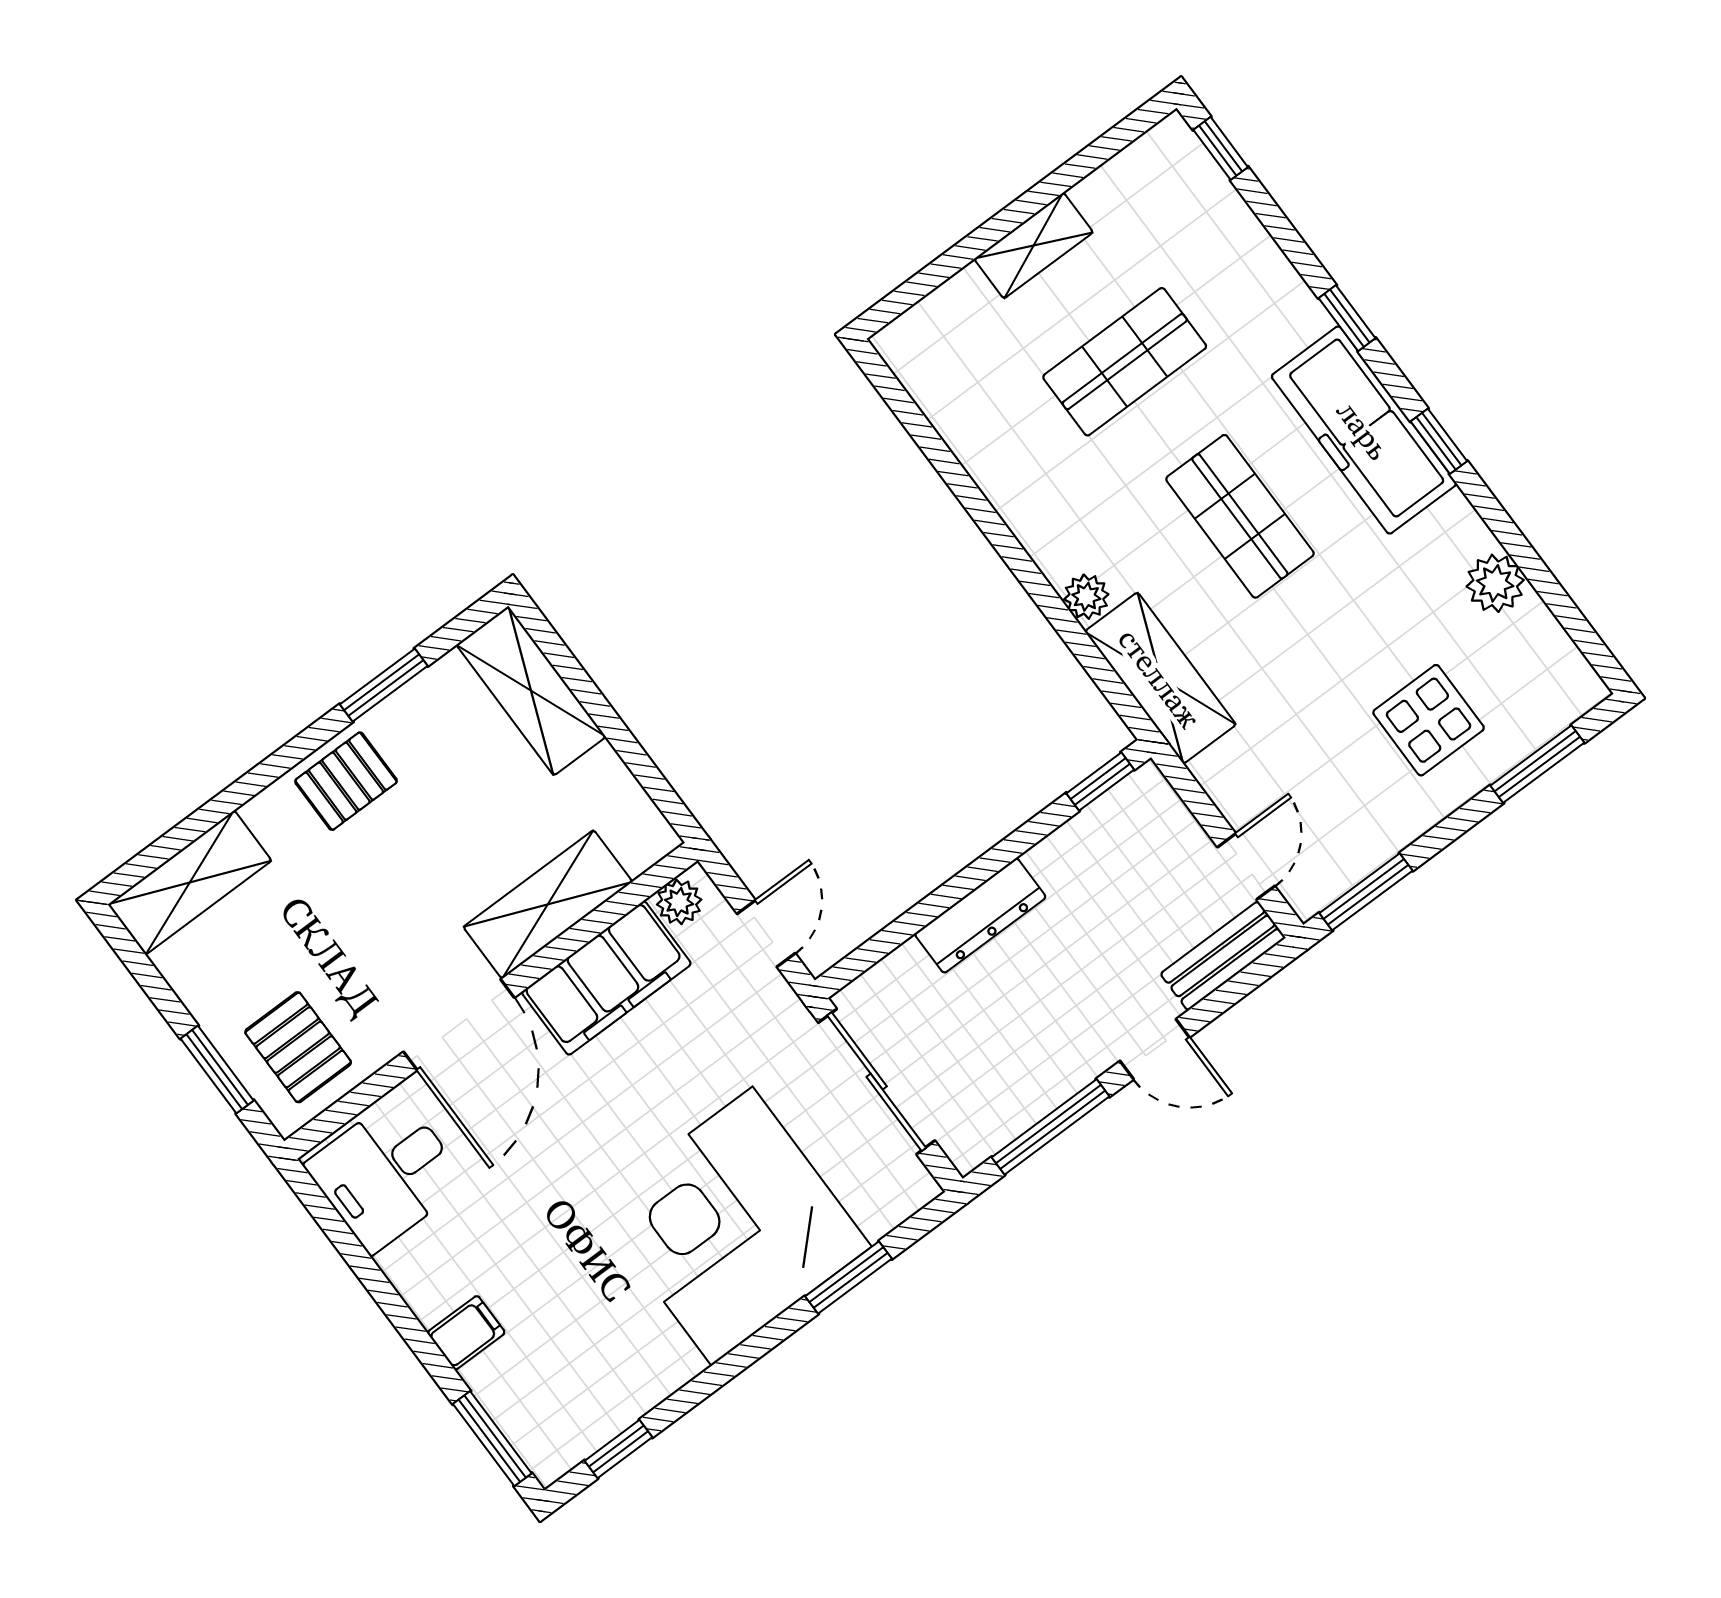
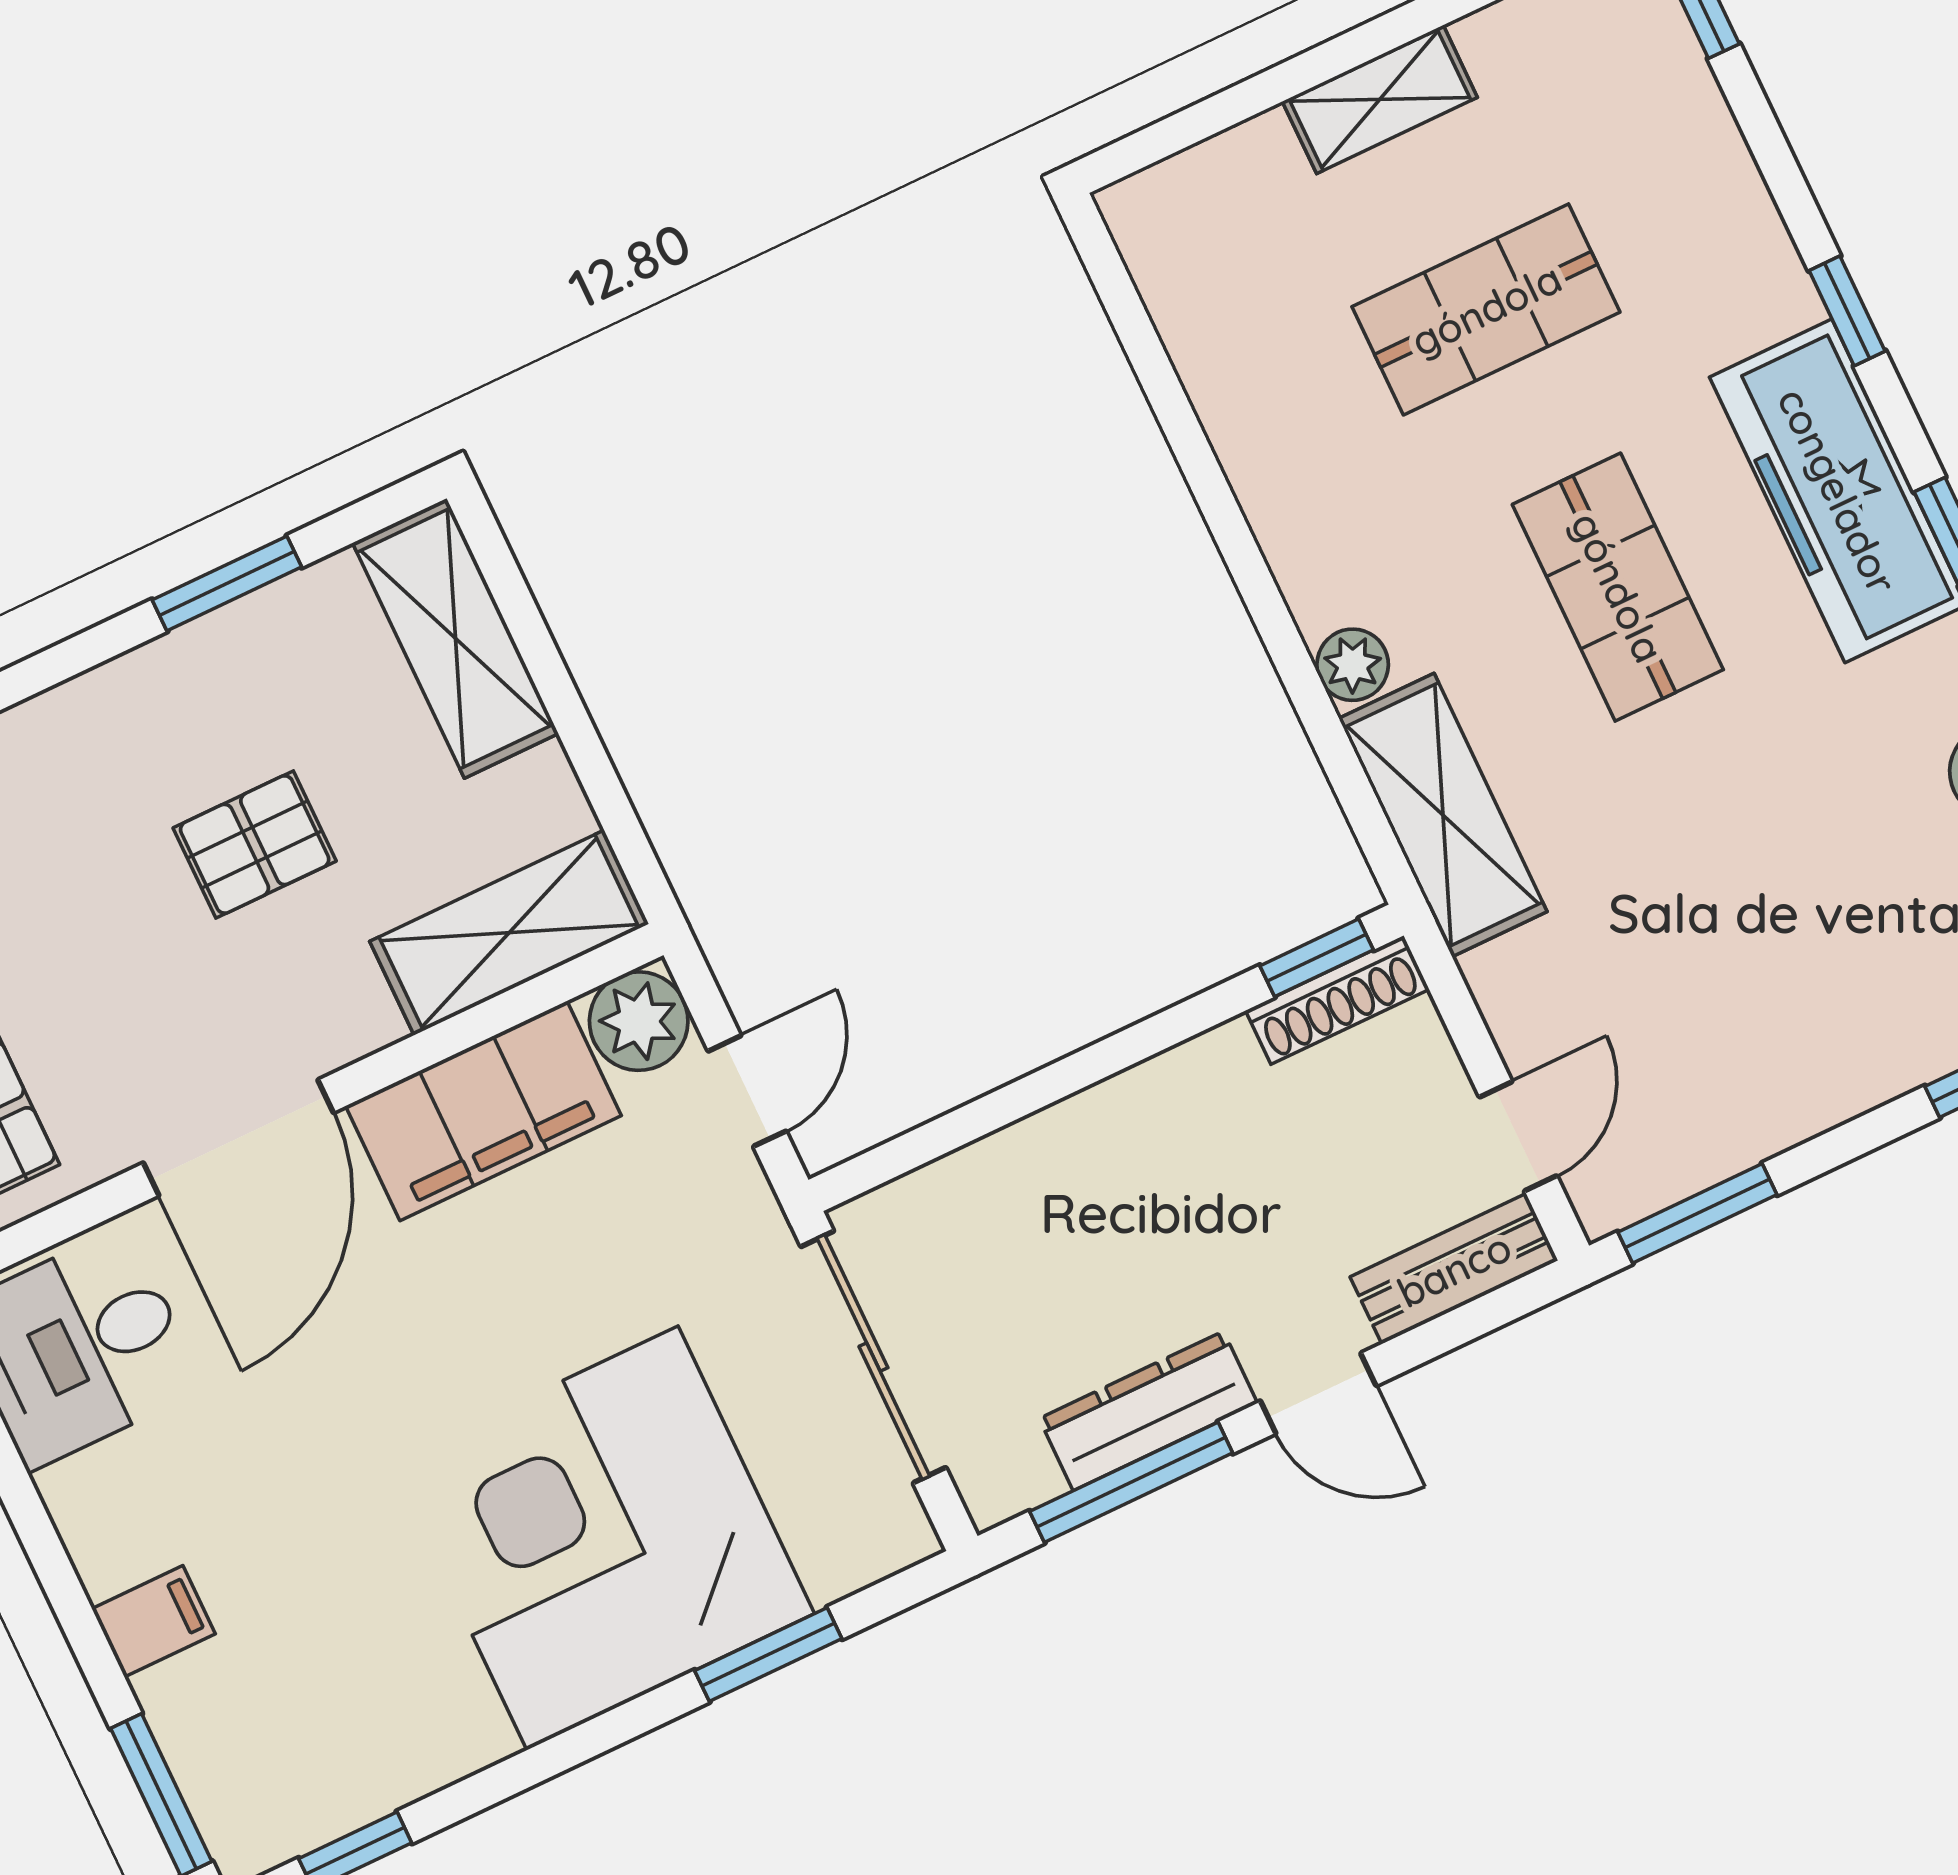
display table: (1429, 720) -> (1849, 965), removed
pallet: (346, 781) -> (255, 844), moved
shoe rack: (1118, 805) -> (1337, 1000), added
plant: (679, 902) -> (639, 1021), width x1.38, depth x1.38
shelving: (548, 904) -> (509, 933), moved
dresser: (980, 916) -> (1148, 1411), moved, turned 180

